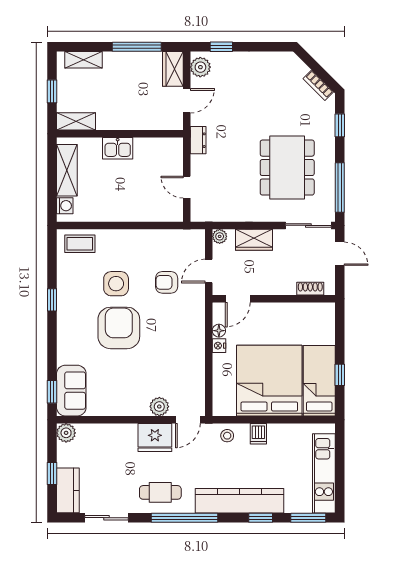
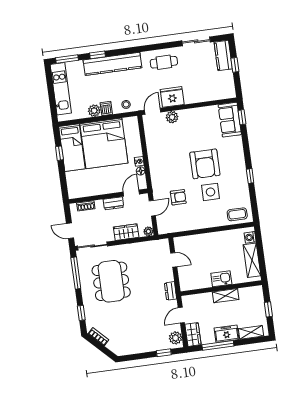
freezer: (121, 63) -> (227, 334), added
shelving: (76, 121) -> (226, 296), moved
dresser: (267, 287) -> (113, 203), added
plant: (66, 433) -> (94, 111), moved
window: (185, 518) -> (146, 48), removed

